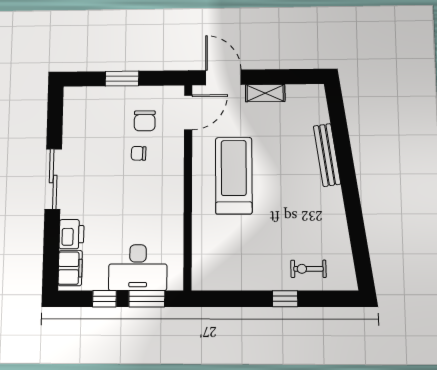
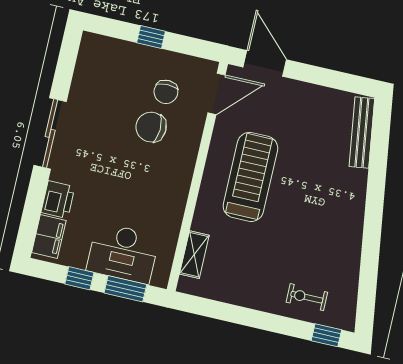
window: (122, 79) -> (151, 37), width x0.67
shelving: (265, 93) -> (194, 255), moved, turned 90
chair: (139, 153) -> (151, 127), width x1.87, depth x1.87
bench: (327, 155) -> (362, 133), moved
window: (285, 299) -> (326, 335), moved

